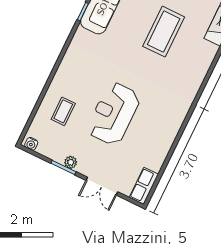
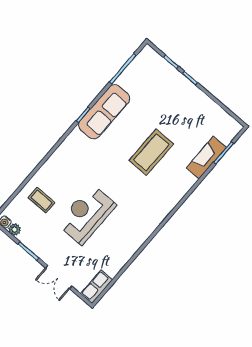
coffee table: (63, 111) -> (42, 200), turned 90
plant: (71, 162) -> (15, 229), moved

